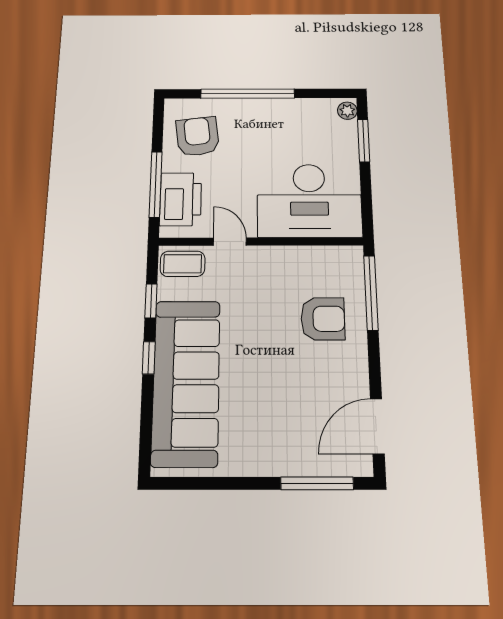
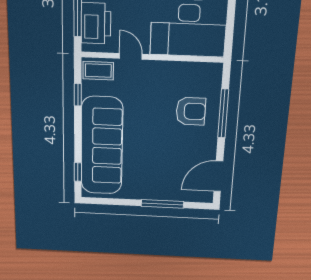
window: (371, 293) -> (223, 113), moved
window: (149, 358) -> (78, 172), moved
window: (317, 483) -> (162, 204), moved

